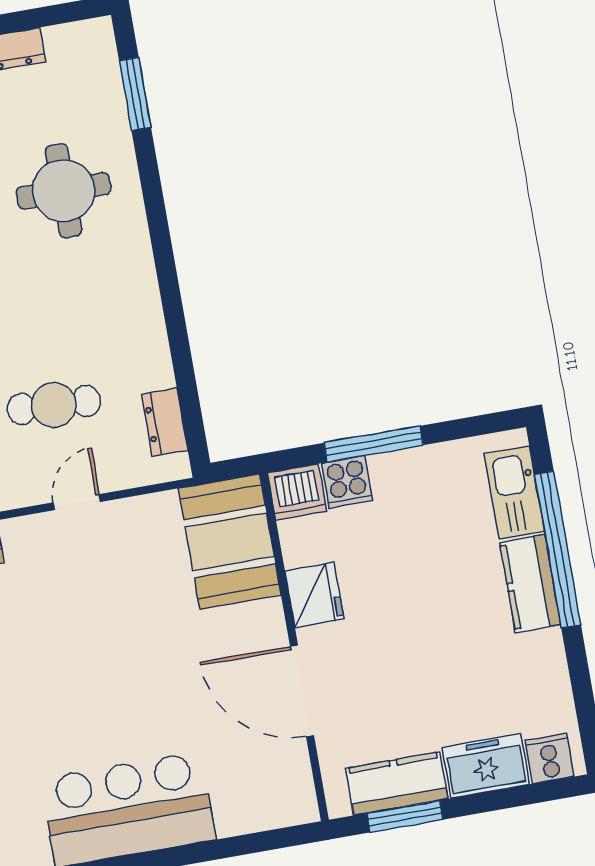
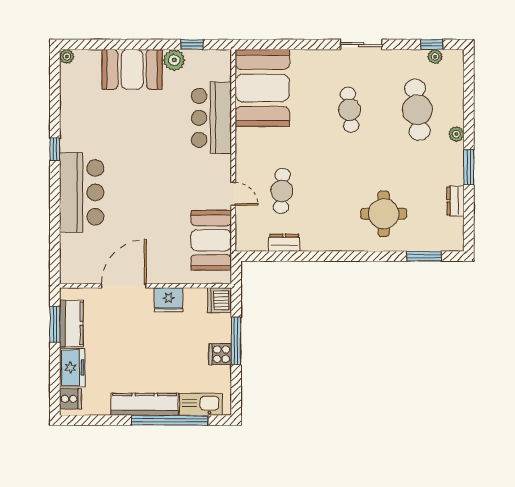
dresser: (165, 422) -> (284, 243), moved
cooker: (347, 482) -> (220, 354), moved
booth: (230, 542) -> (211, 240), moved, turned 90
kitchen counter: (530, 584) -> (145, 404), width x1.50

